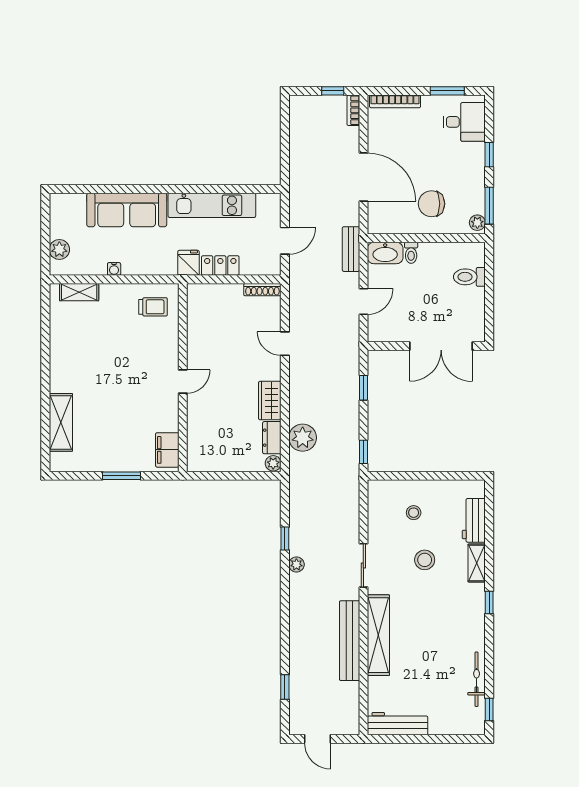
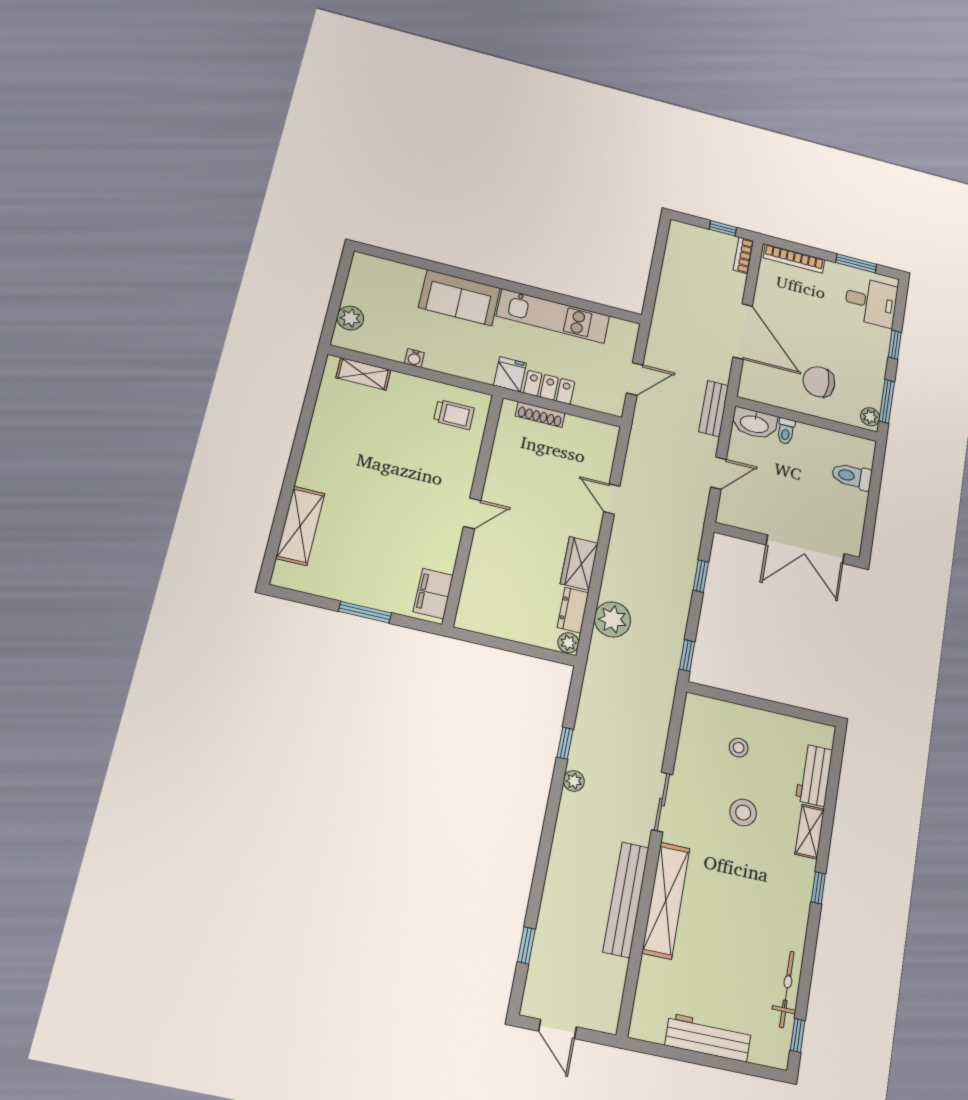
sofa: (127, 210) -> (459, 298), width x0.73
shoe rack: (262, 290) -> (540, 415), moved
workbench: (398, 724) -> (708, 1038), moved

